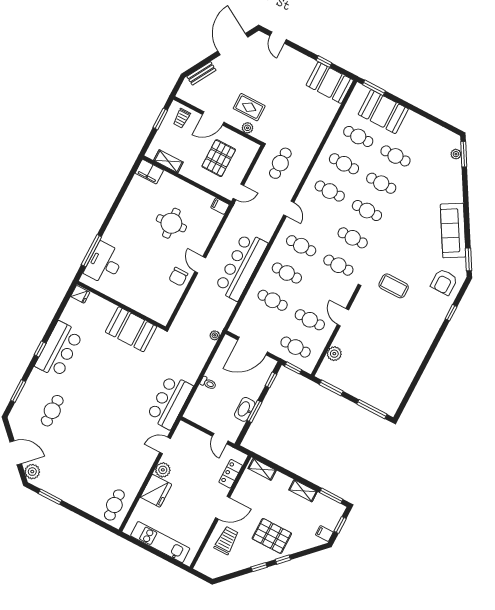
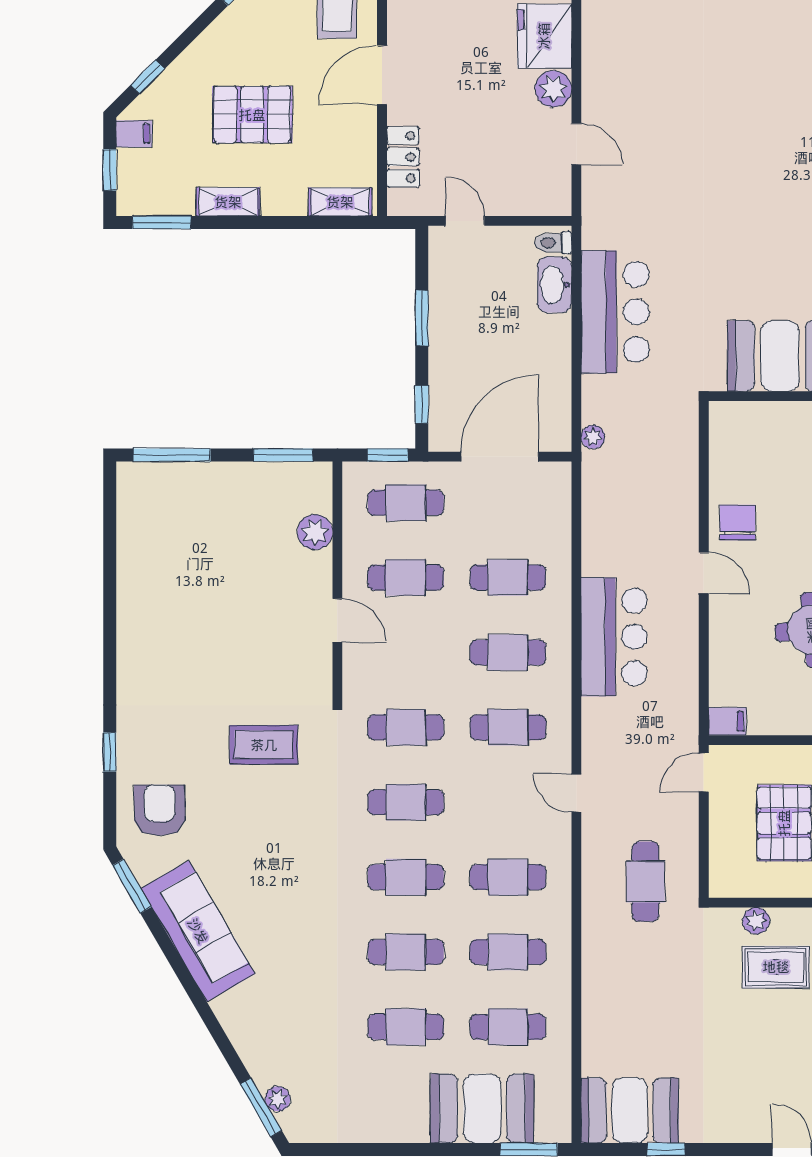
bar counter: (241, 266) -> (614, 637), width x0.73
toilet: (208, 383) -> (553, 243), moved
bar counter: (170, 402) -> (615, 312), moved
washbasin: (245, 409) -> (554, 285), moved, turned 180
door: (165, 445) -> (576, 144), hinge flipped
pallet: (272, 536) -> (252, 115), moved
window: (283, 560) -> (148, 77), moved

